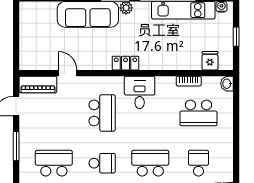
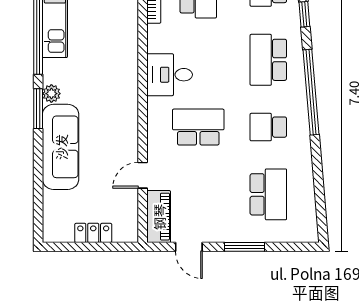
locker: (126, 63) -> (93, 233), moved, turned 90
school desk: (54, 163) -> (268, 194), turned 180
school desk: (102, 163) -> (268, 127), turned -90

